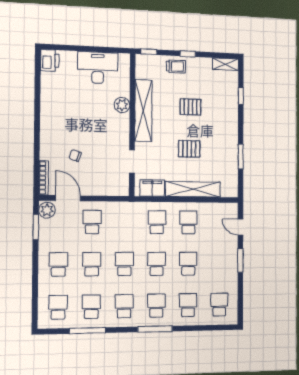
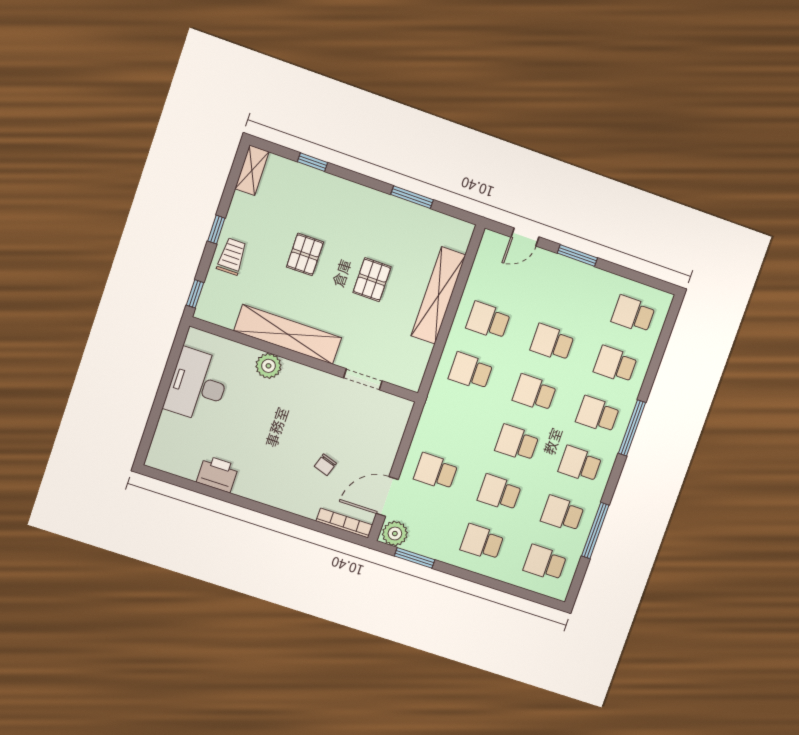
printer: (50, 60) -> (218, 474), moved
filing cabinet: (152, 188) -> (415, 361), removed

